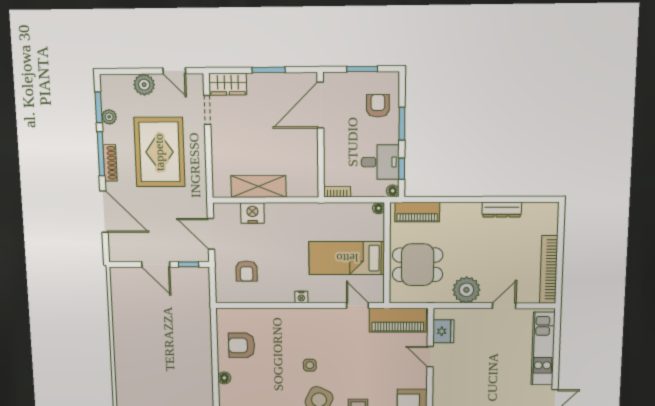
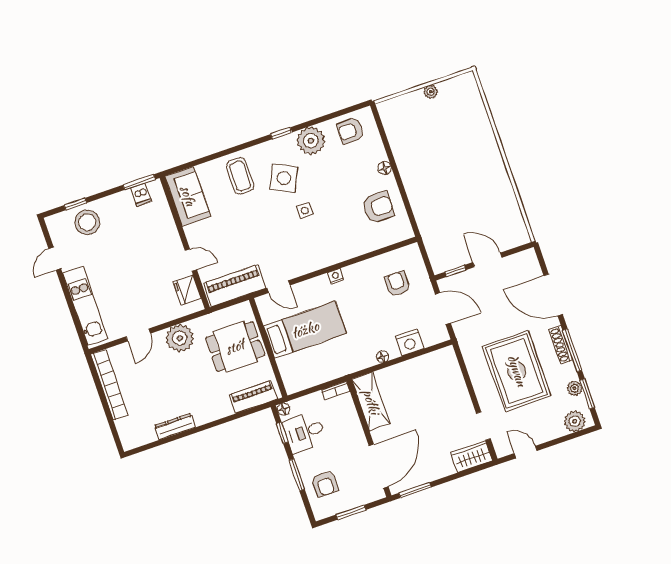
window: (269, 70) -> (415, 490), moved
plant: (144, 85) -> (575, 421), moved
shelving: (259, 186) -> (371, 402), moved, turned 90
floor lamp: (379, 208) -> (383, 357), moved

